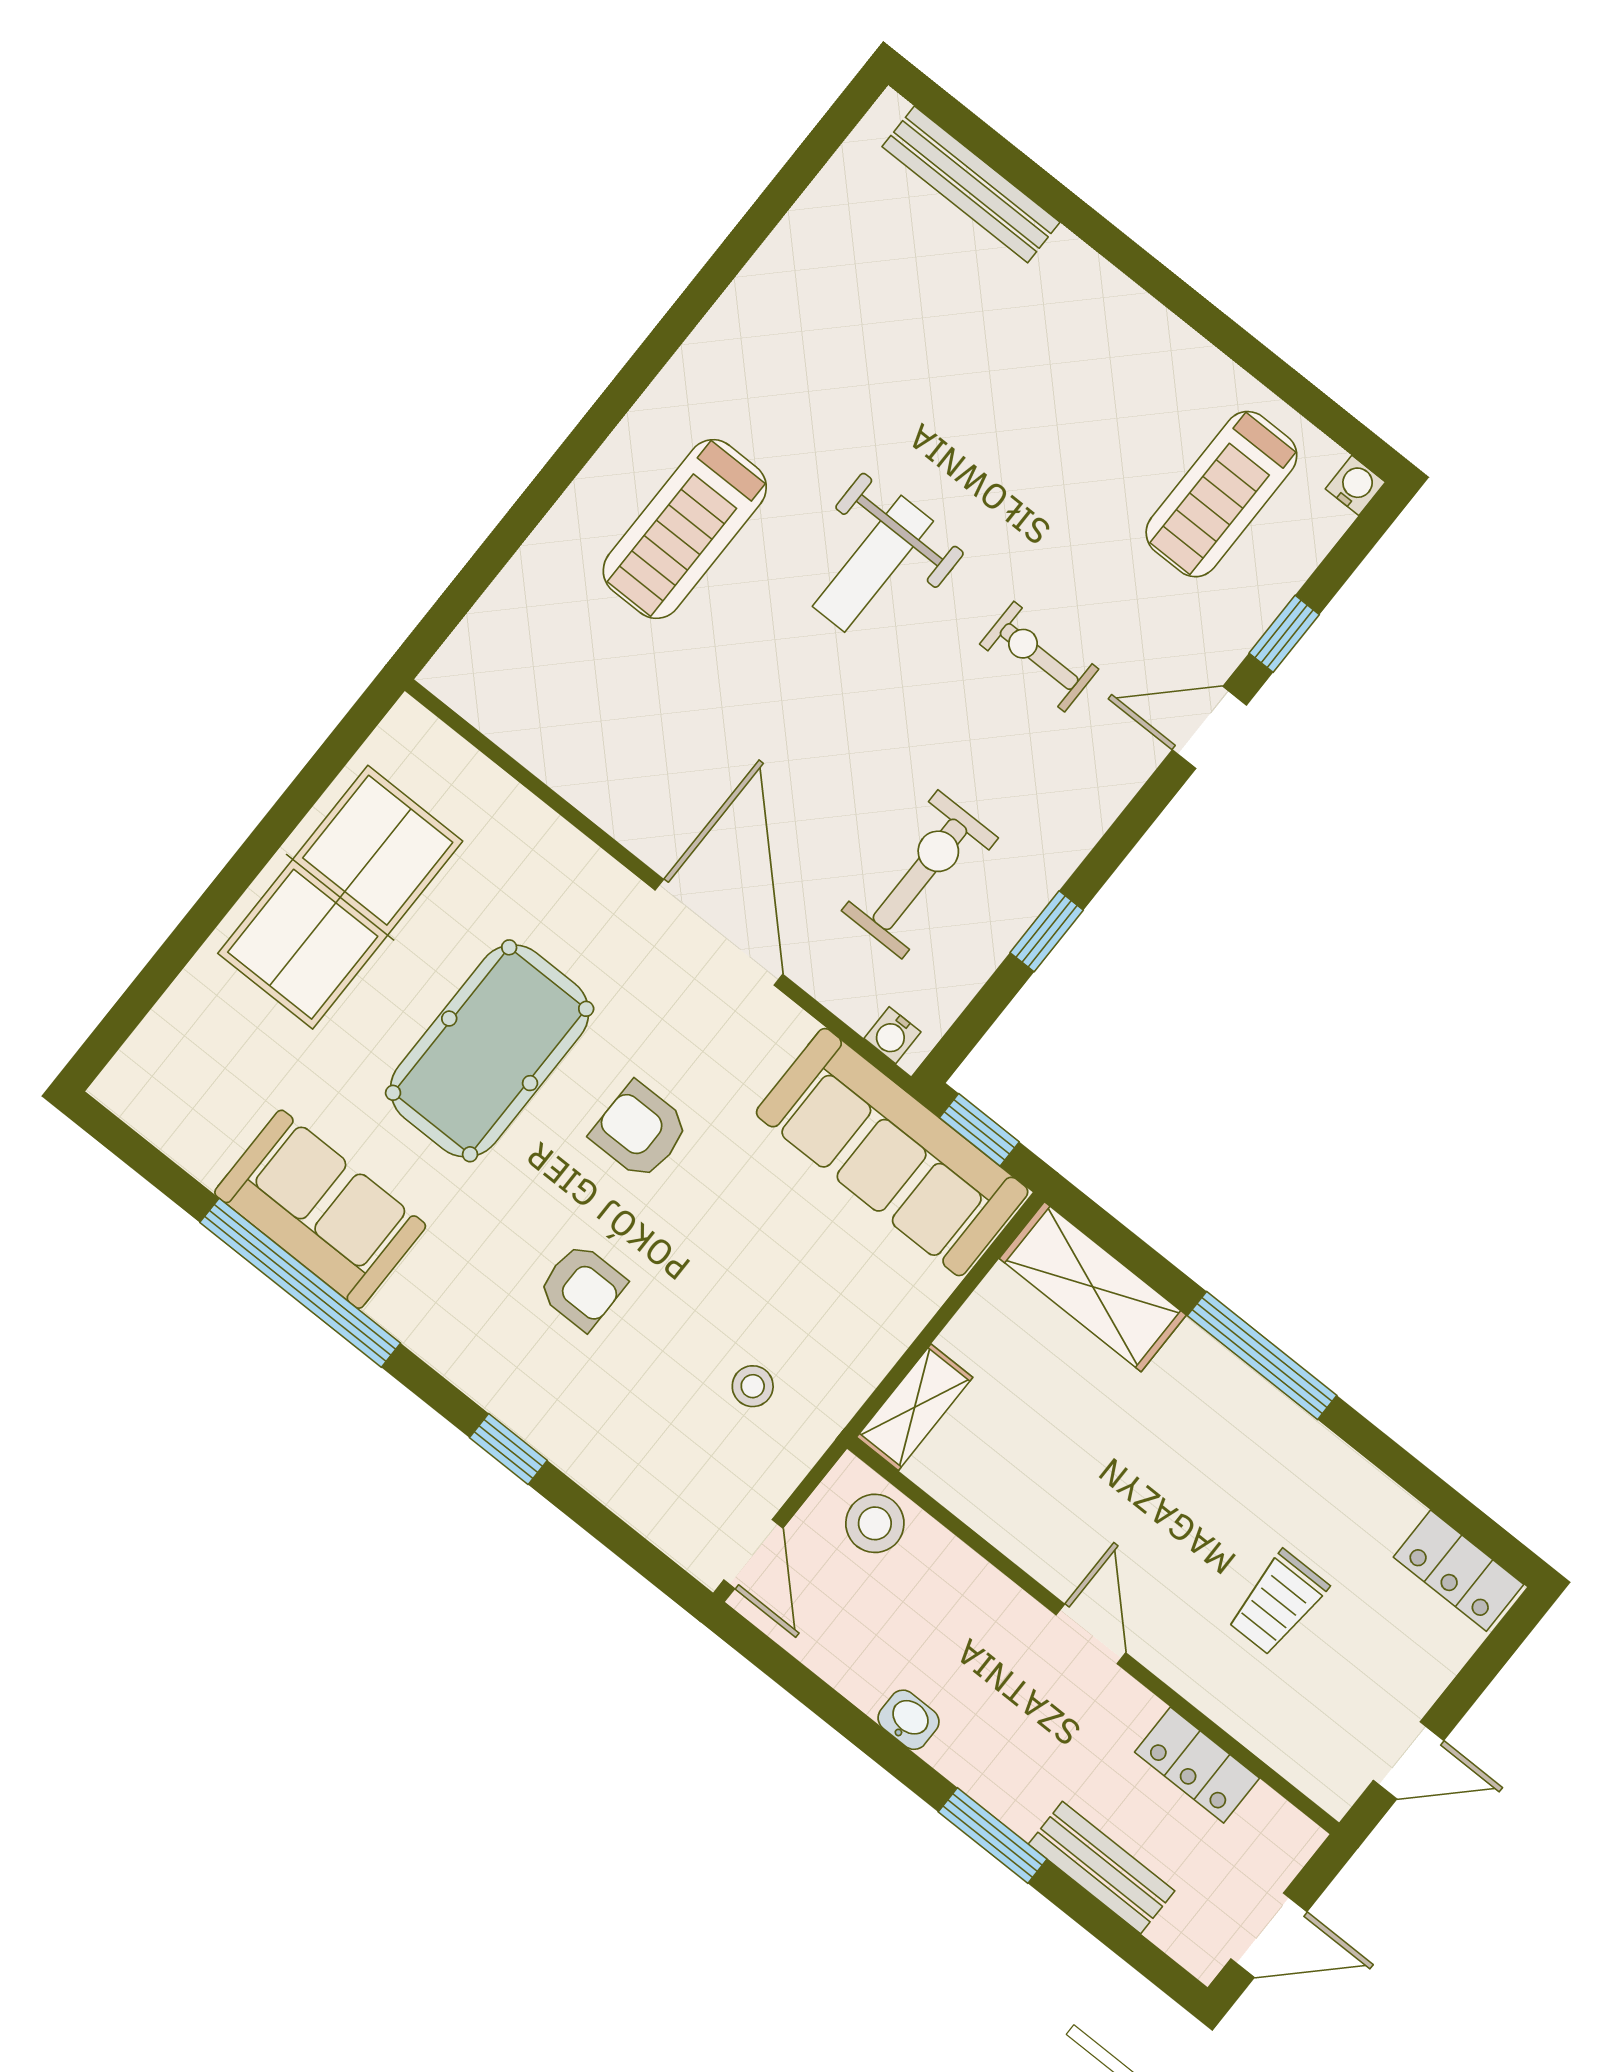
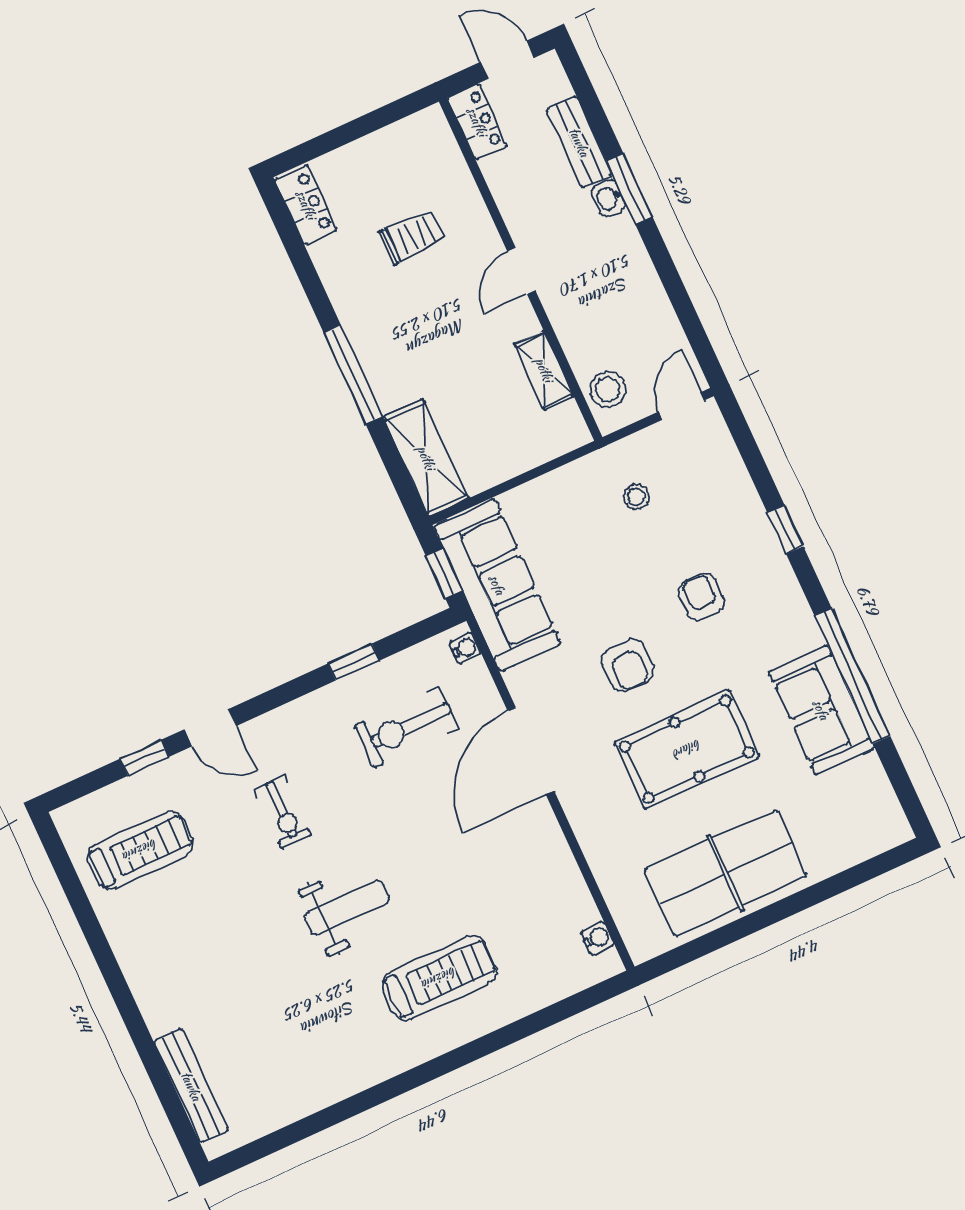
water cooler: (1355, 485) -> (597, 938), moved, turned 180
shelving: (915, 1407) -> (544, 370), moved, turned 90
washbasin: (909, 1720) -> (608, 198), moved
door: (1409, 1760) -> (384, 116), removed
locker: (1197, 1765) -> (477, 122), moved

